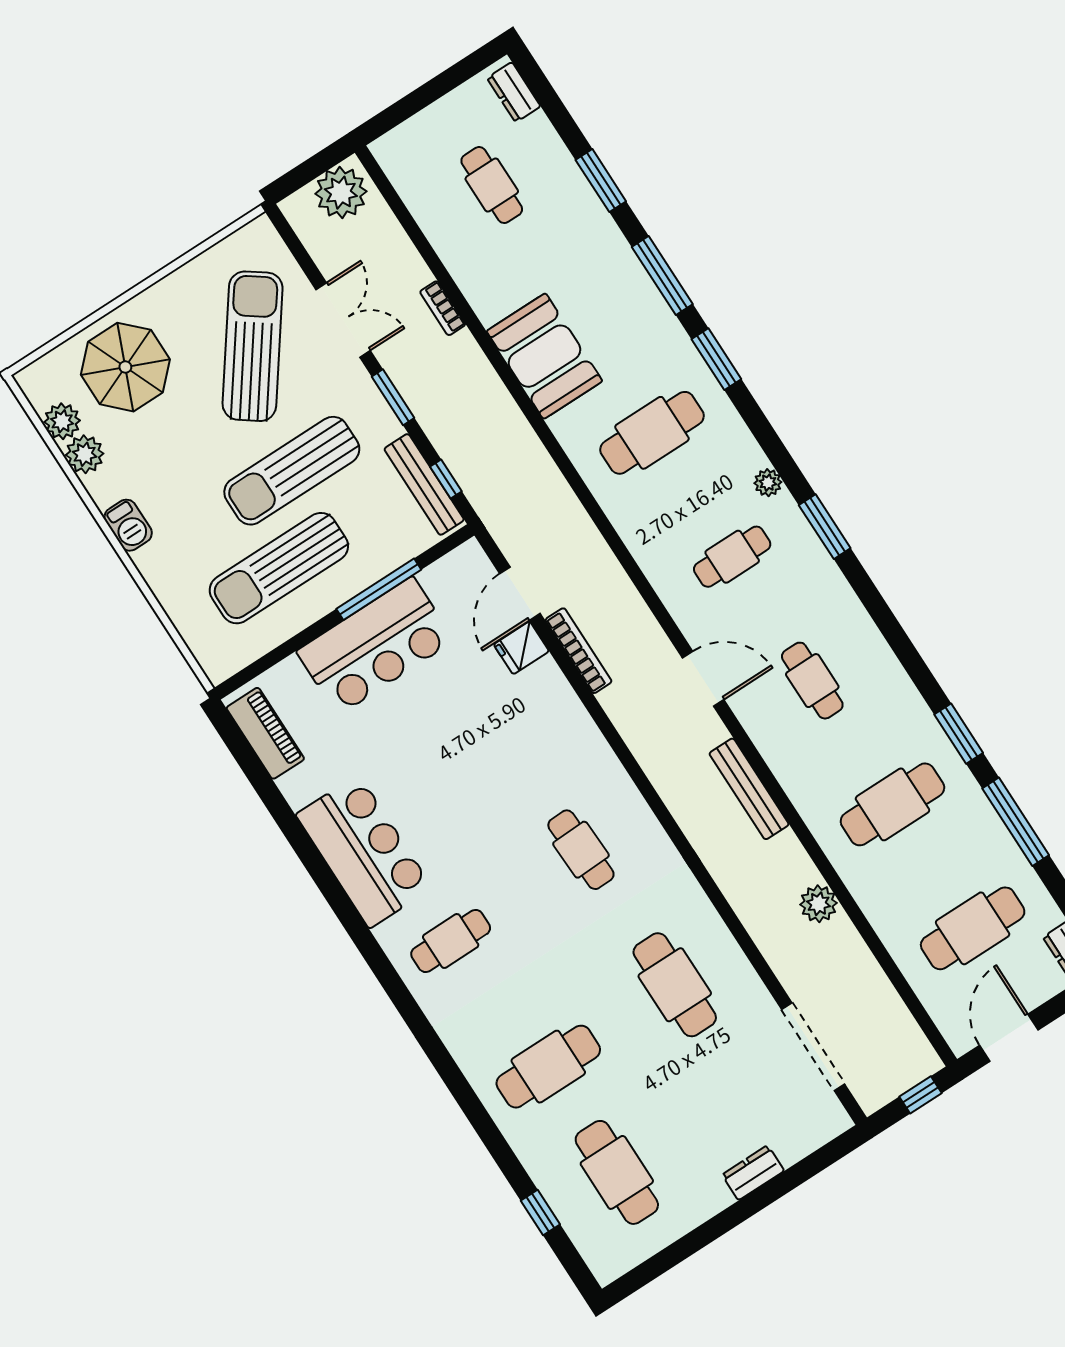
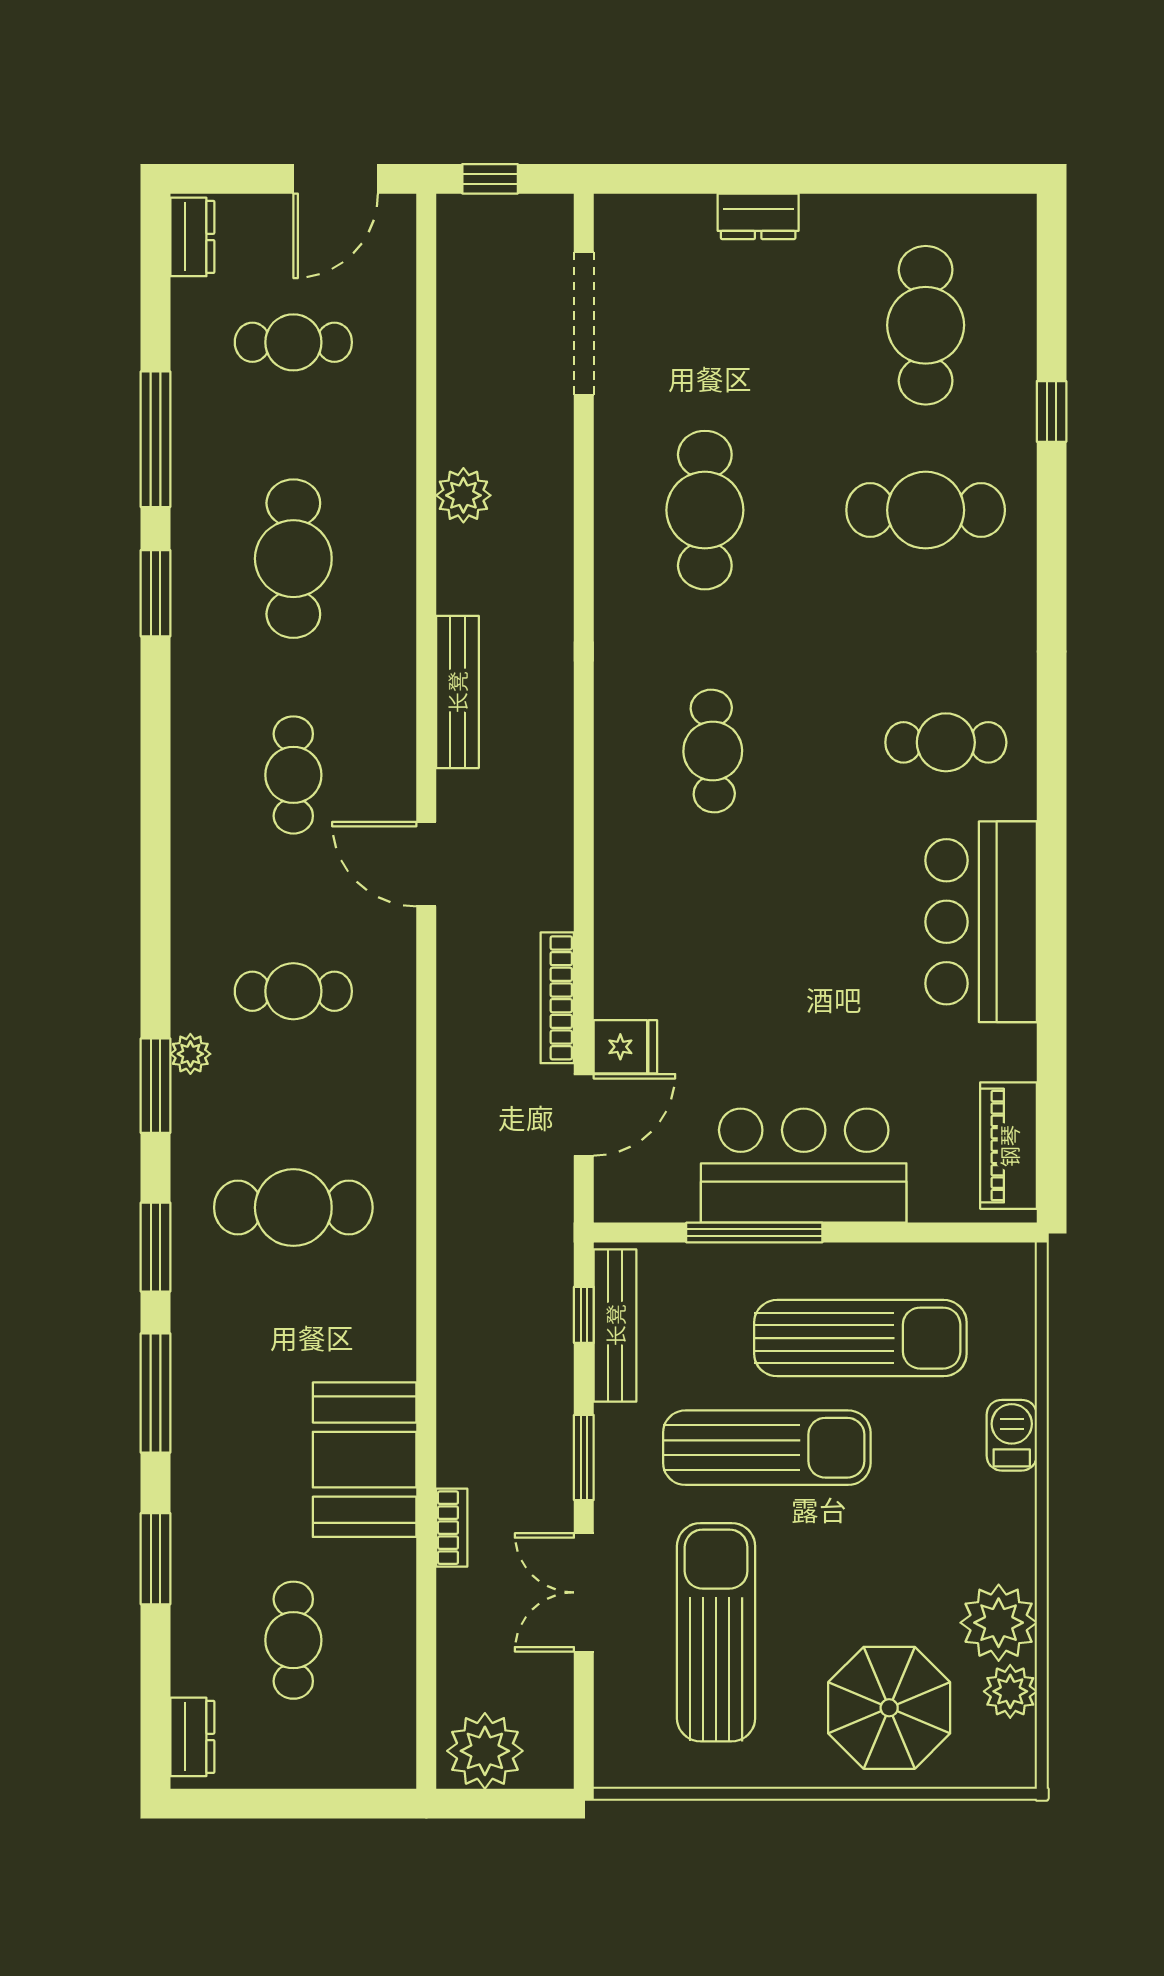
sun lounger: (253, 346) -> (716, 1632), turned 144
booth: (544, 356) -> (365, 1460), moved
plant: (85, 454) -> (999, 1623), width x1.36, depth x1.36
barbecue: (128, 525) -> (1012, 1435), moved
window: (825, 527) -> (155, 1086), moved
cafe table: (892, 804) -> (293, 559), turned 90
cafe table: (973, 928) -> (293, 342), width x0.73, depth x0.74
window: (540, 1213) -> (1052, 411), moved

